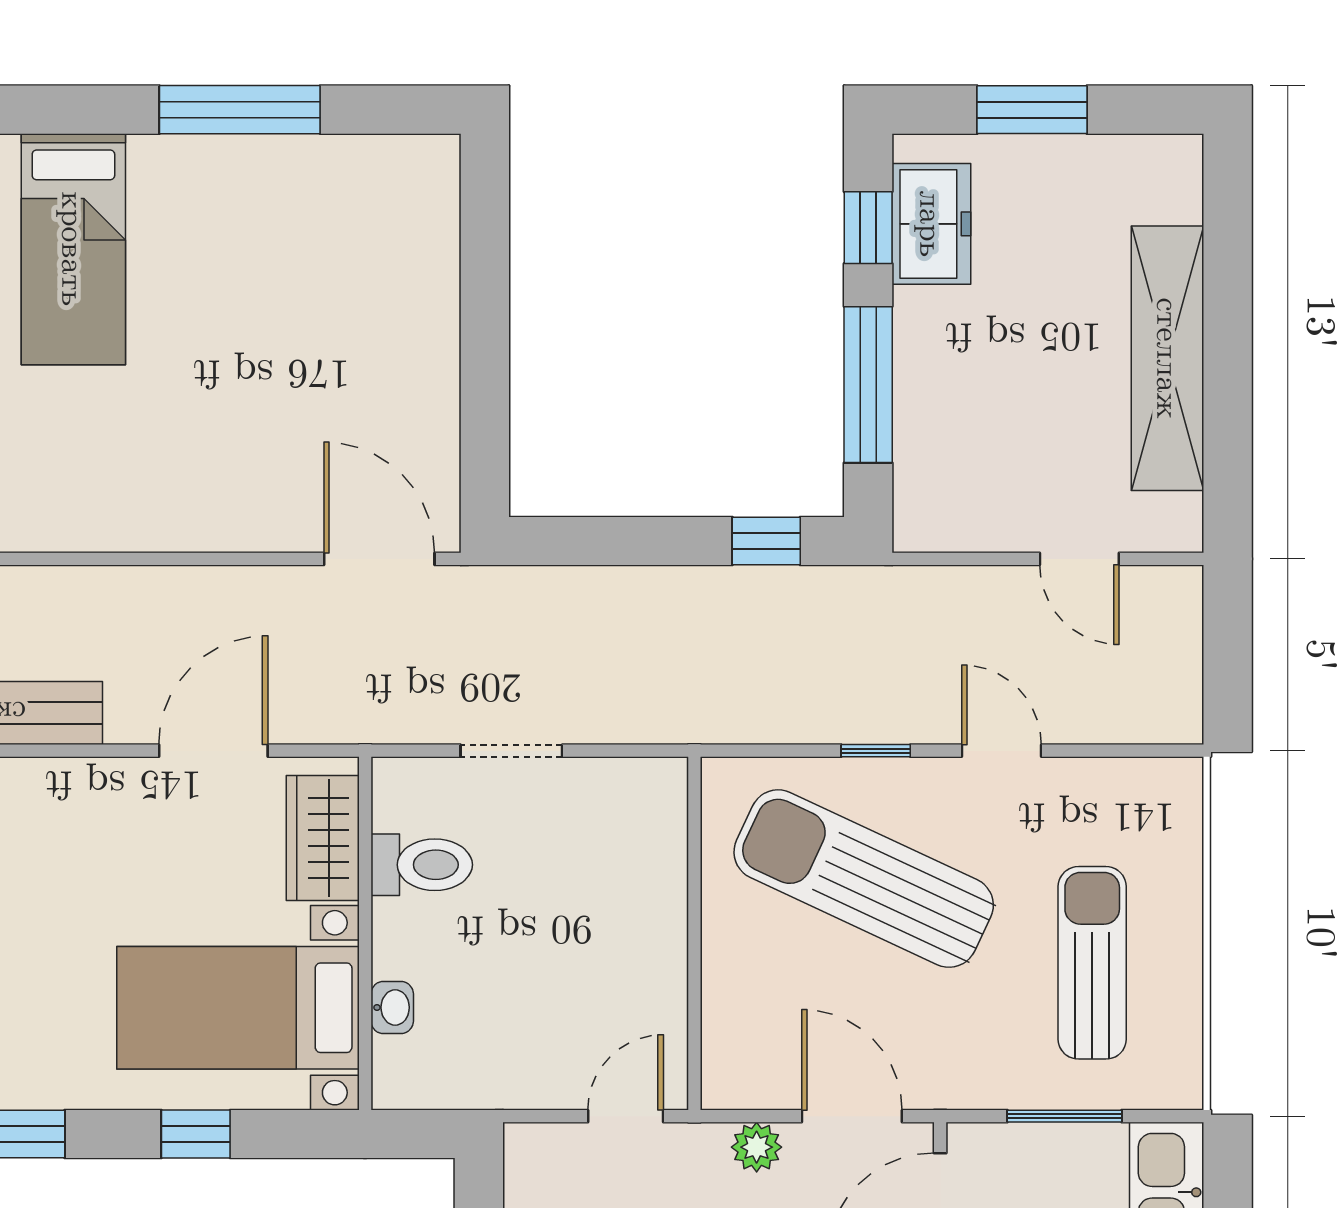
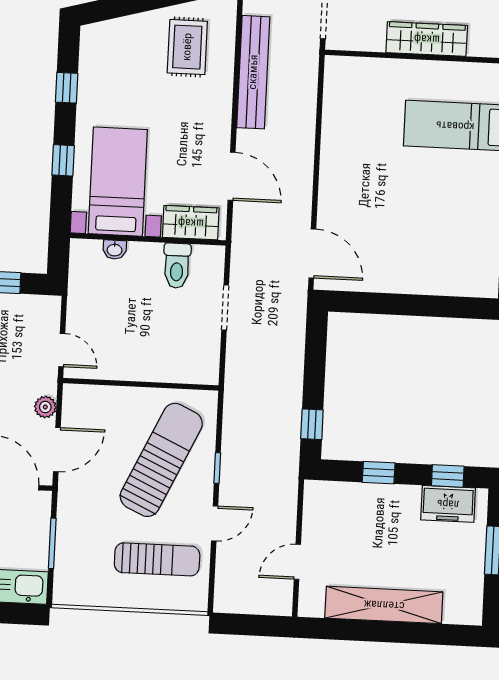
window: (868, 385) -> (379, 473), width x0.46
door: (379, 559) -> (312, 253), hinge flipped
sun lounger: (1092, 963) -> (157, 559), moved

